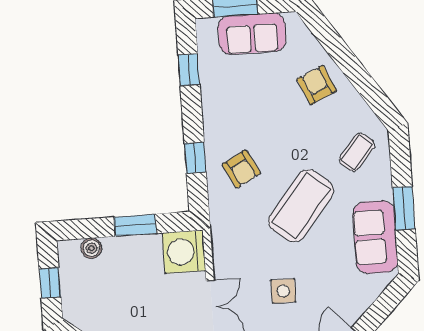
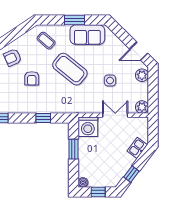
armchair: (241, 169) -> (32, 78), moved, turned 118
boiler: (92, 248) -> (83, 182), moved

